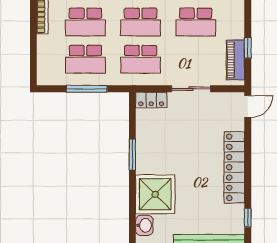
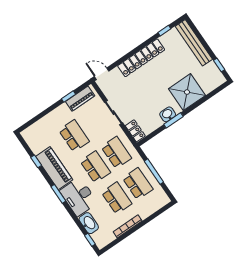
washbasin: (144, 225) -> (168, 114), moved

